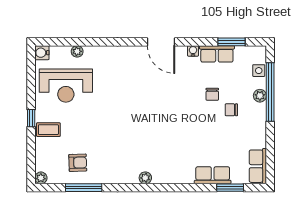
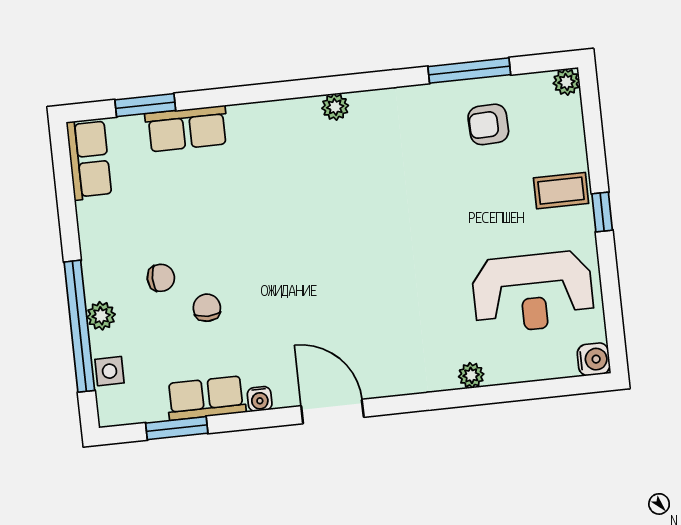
plant: (77, 51) -> (471, 375), moved
reception desk: (66, 86) -> (533, 292), turned 180

